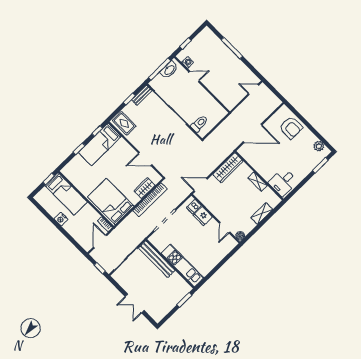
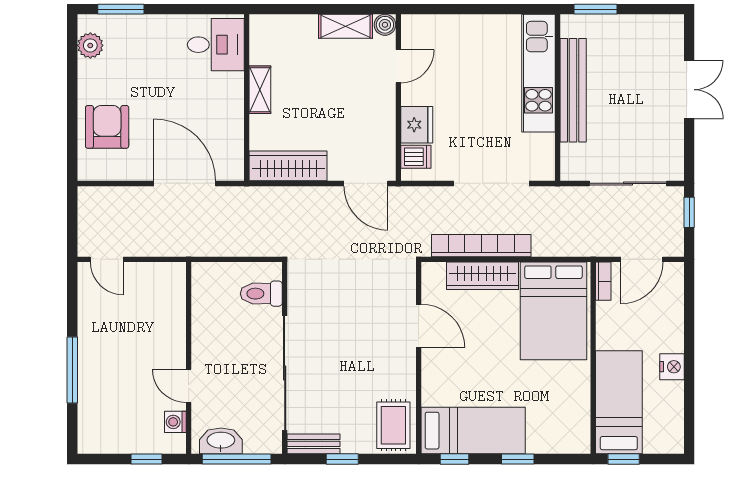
wardrobe: (144, 188) -> (483, 276), width x1.50
shelving: (262, 214) -> (345, 26), moved
bench: (157, 259) -> (573, 90), moved

